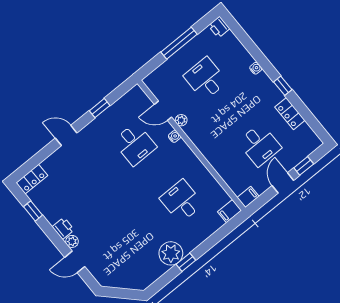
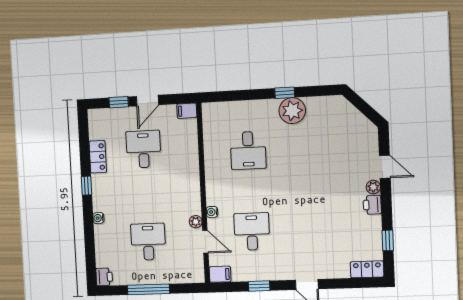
desk: (205, 79) -> (148, 242), turned 180
filing cabinet: (230, 211) -> (220, 274), moved

